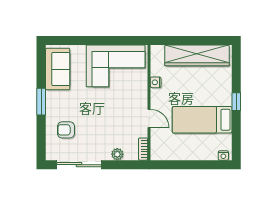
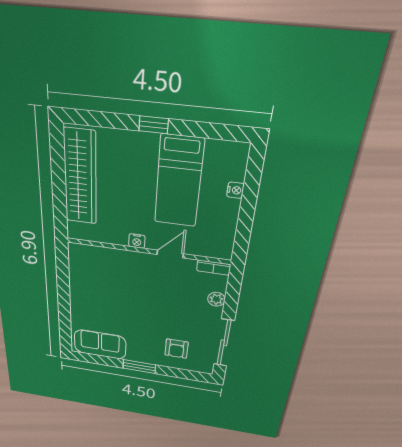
corner sofa: (116, 66) -> (96, 284), removed
nightstand: (156, 82) -> (137, 241), moved
nightstand: (223, 155) -> (235, 190), moved

